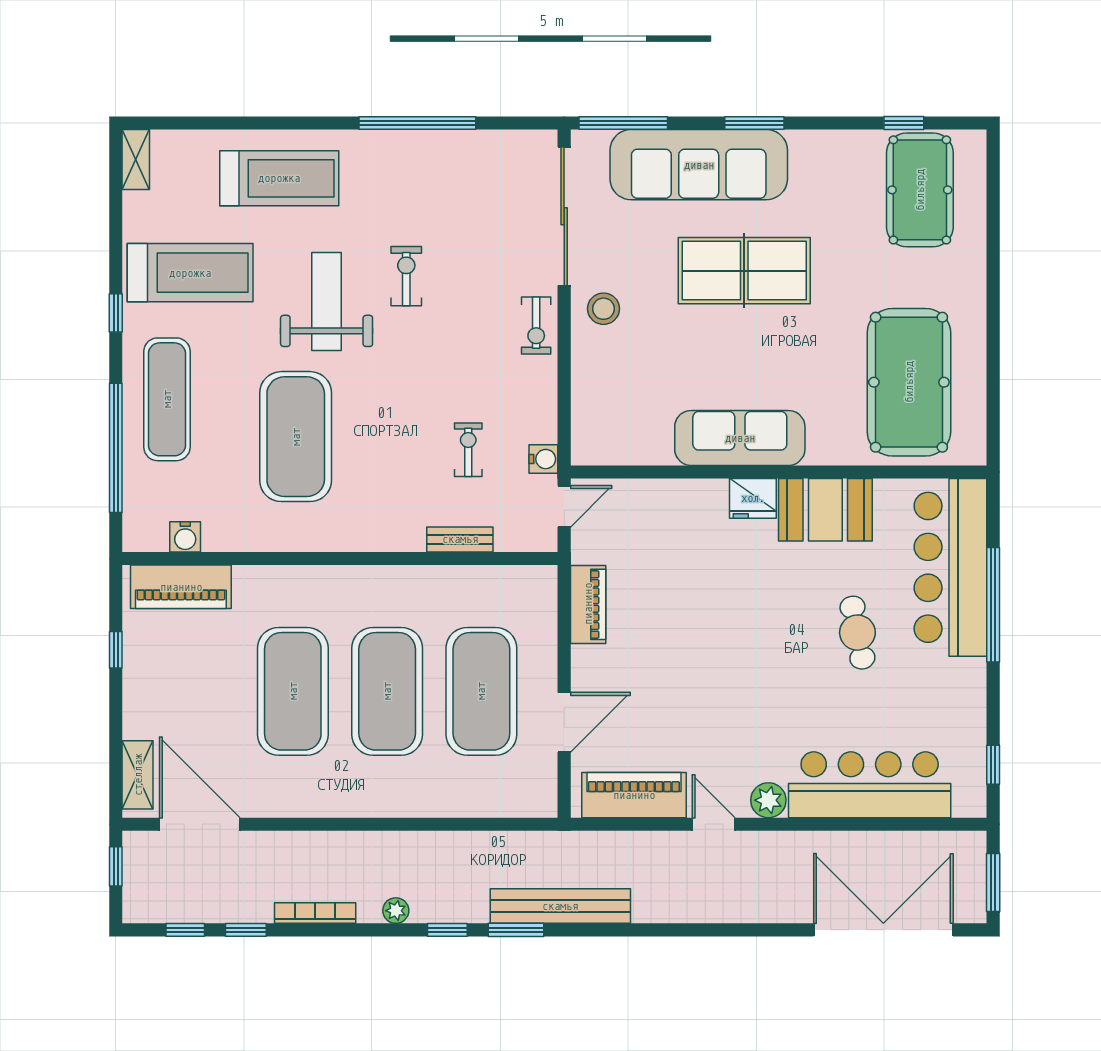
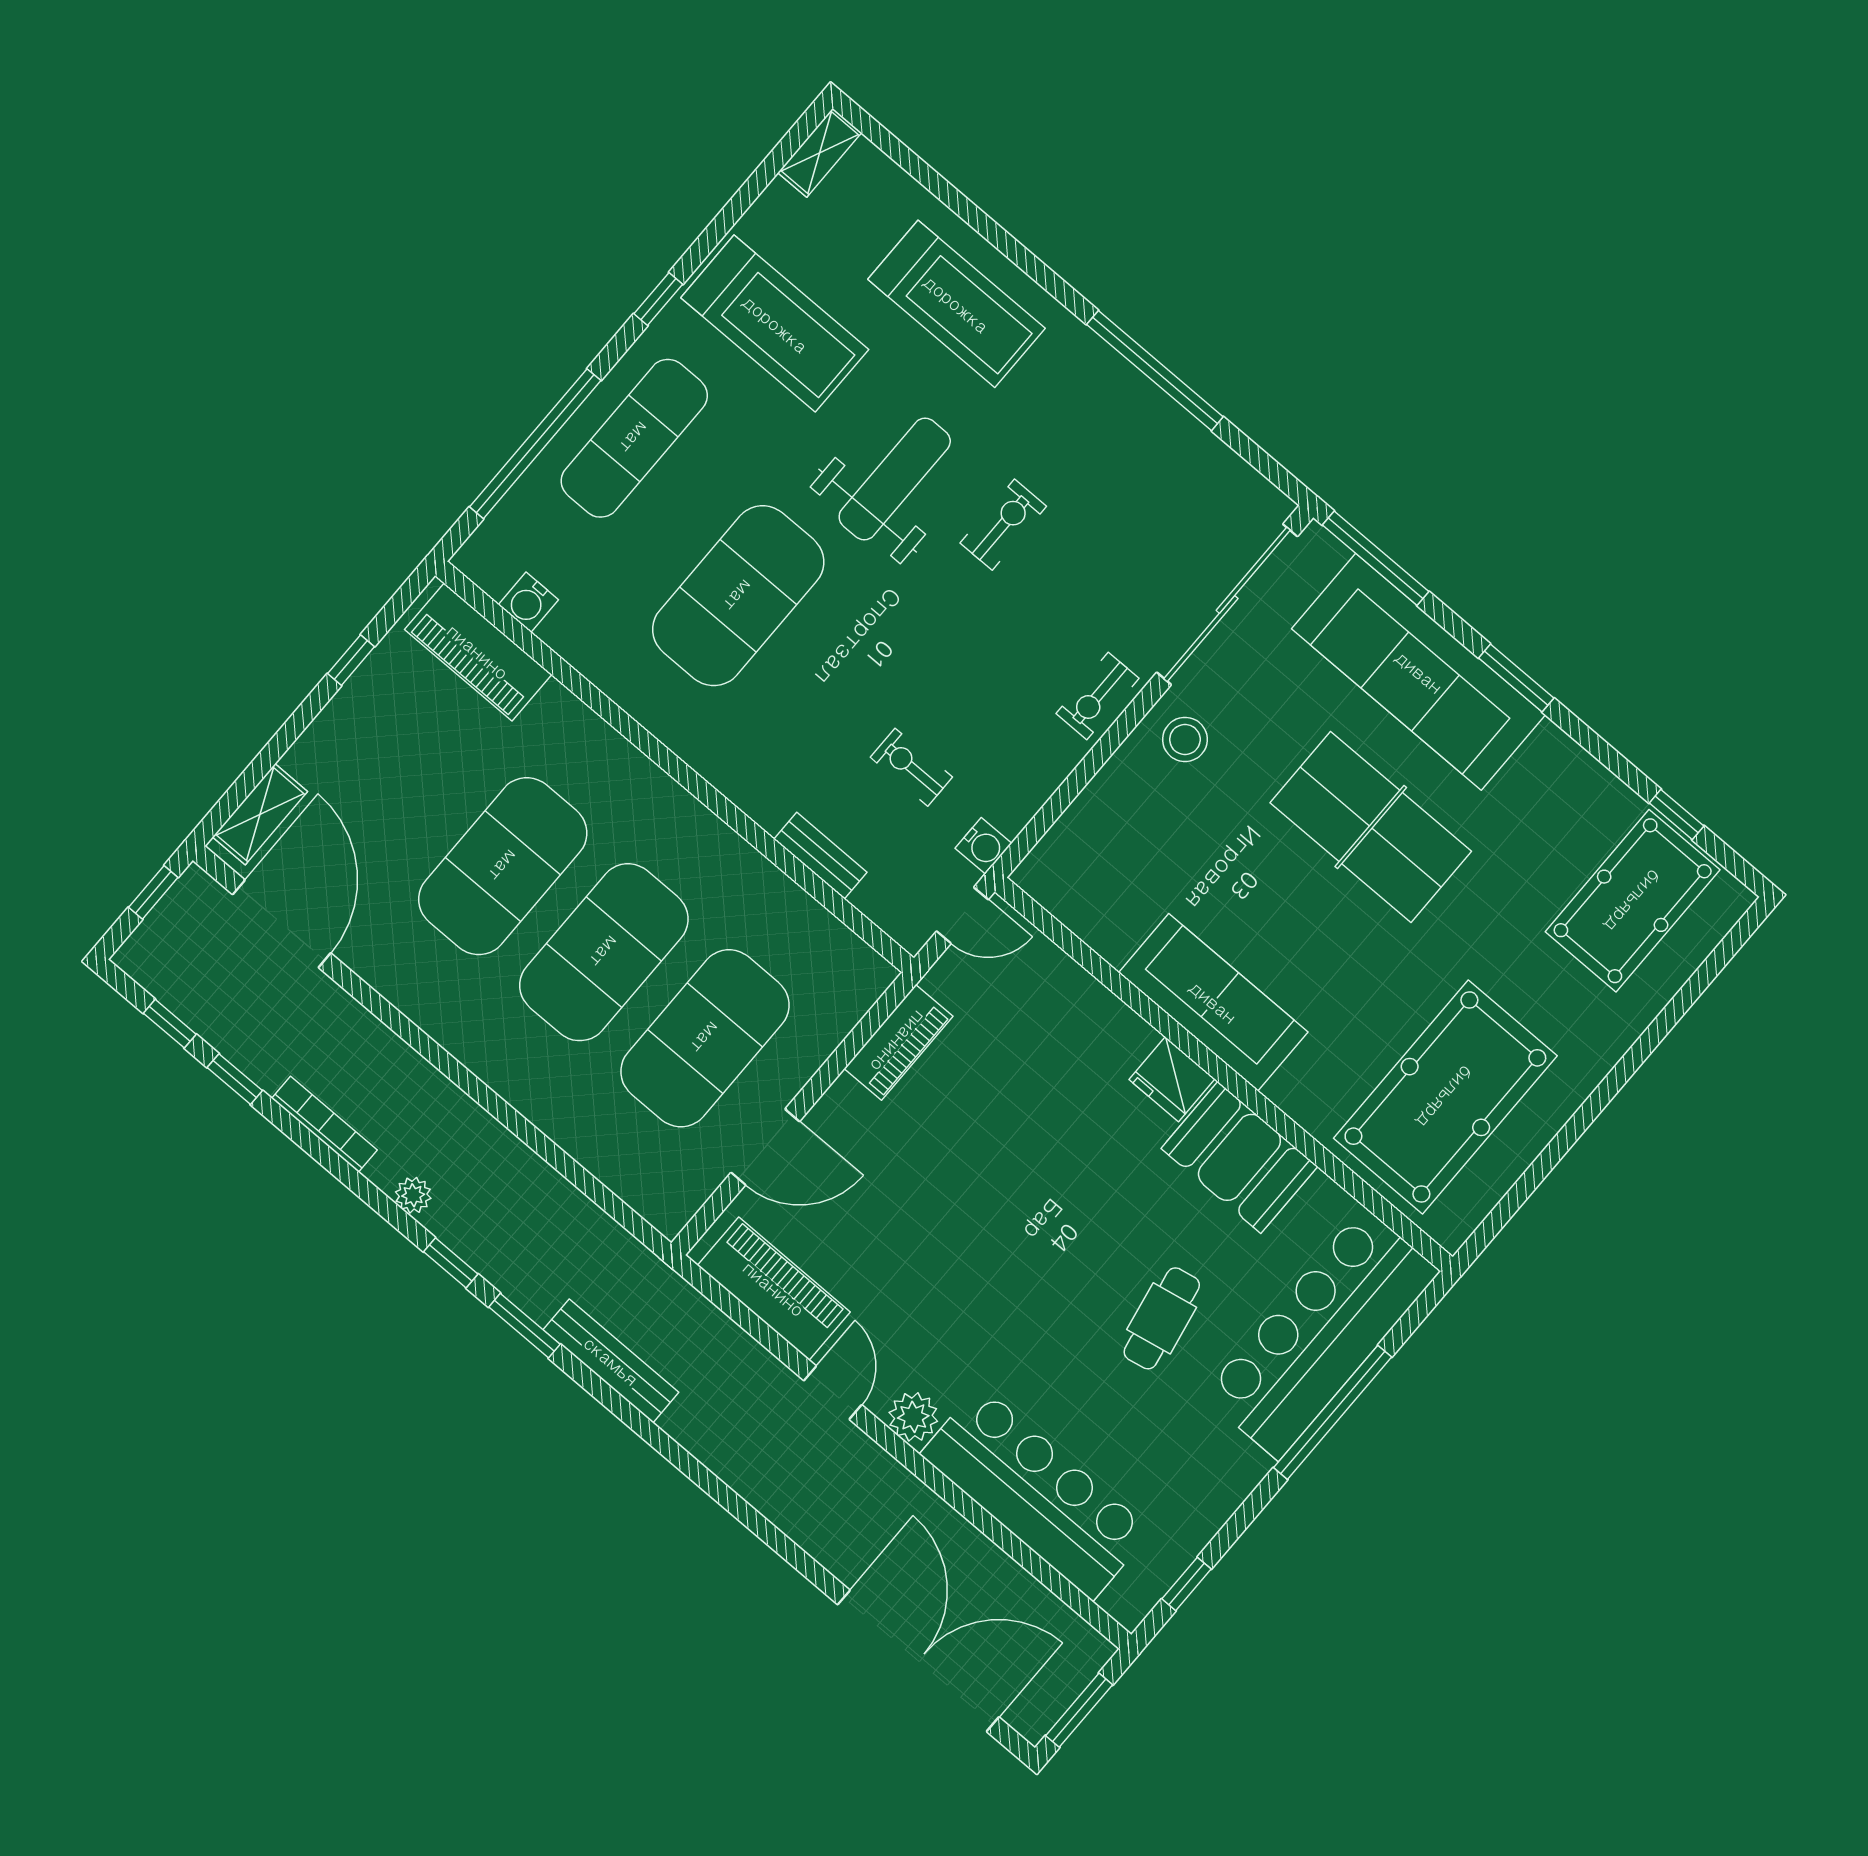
exercise bike: (468, 450) -> (911, 767), turned -90
bench: (560, 906) -> (611, 1361), width x0.73, depth x0.82

